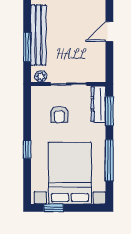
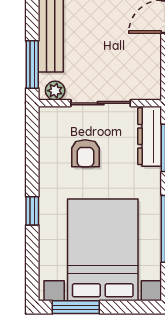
window: (27, 47) -> (32, 65), moved
window: (54, 208) -> (76, 307), width x1.50

